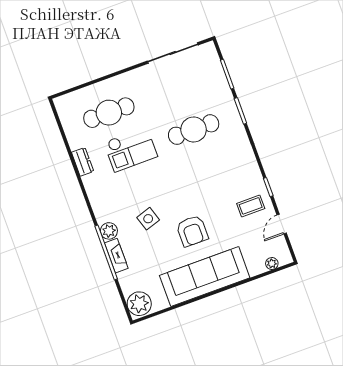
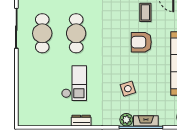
cafe table: (109, 113) -> (42, 33), moved
dresser: (83, 162) -> (81, 121), moved
armchair: (192, 231) -> (141, 42), moved, turned 180

